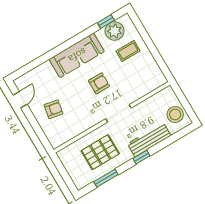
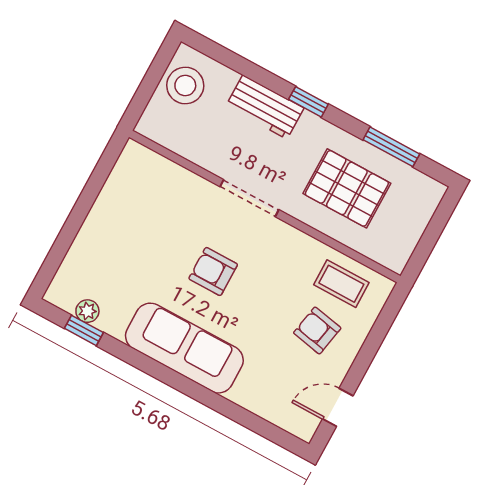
plant: (115, 31) -> (87, 311), width x0.53, depth x0.53
coffee table: (128, 51) -> (341, 284), moved
workbench: (149, 140) -> (265, 107), width x0.73

